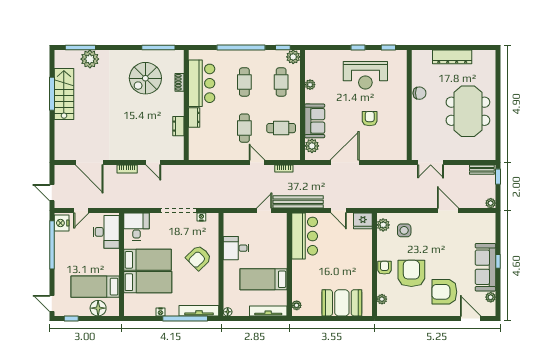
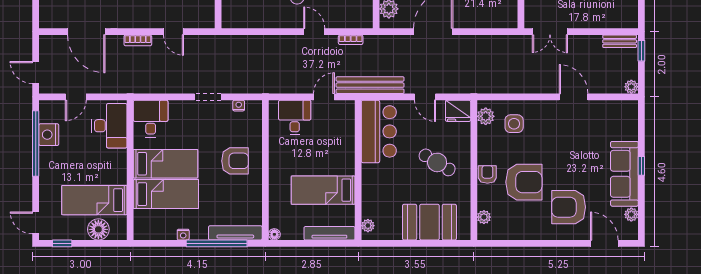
doorway: (179, 211) -> (208, 97), width x0.53
nightstand: (62, 223) -> (49, 135), moved
desk: (236, 248) -> (295, 117), moved, turned 90
armchair: (199, 258) -> (235, 161), turned -135
cafe table: (347, 259) -> (437, 162), added
armchair: (411, 273) -> (524, 182), turned 90

